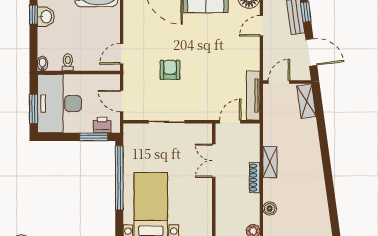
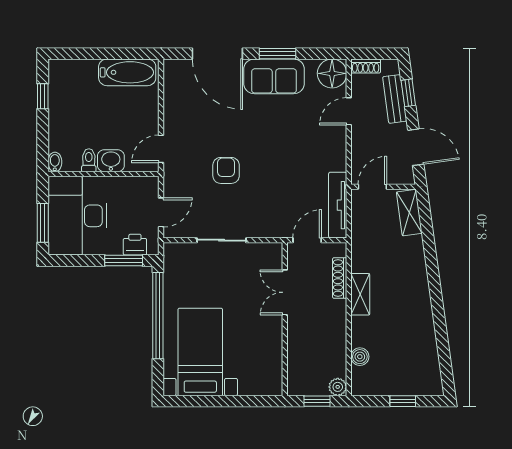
washbasin: (46, 17) -> (111, 161), moved, turned -90
door: (122, 101) -> (161, 212), swing flipped
shoe rack: (255, 178) -> (340, 278), moved

